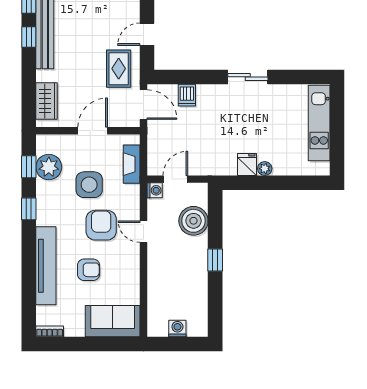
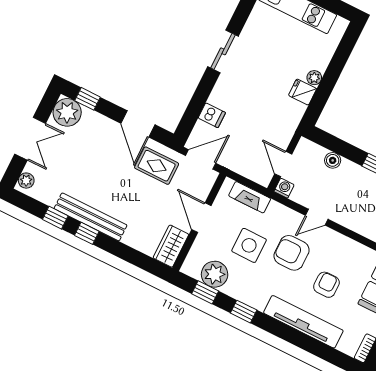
door: (147, 34) -> (138, 124), width x1.38
wardrobe: (47, 101) -> (171, 246), moved, turned -90
boiler: (193, 221) -> (333, 160), width x0.54, depth x0.54

